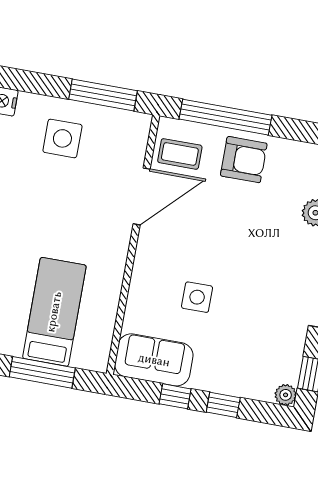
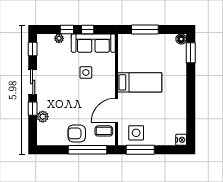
side table: (62, 138) -> (136, 133), moved
bed: (54, 312) -> (140, 82), moved, turned -90
sofa: (154, 360) -> (93, 43), width x1.36
plant: (286, 395) -> (59, 38), moved

